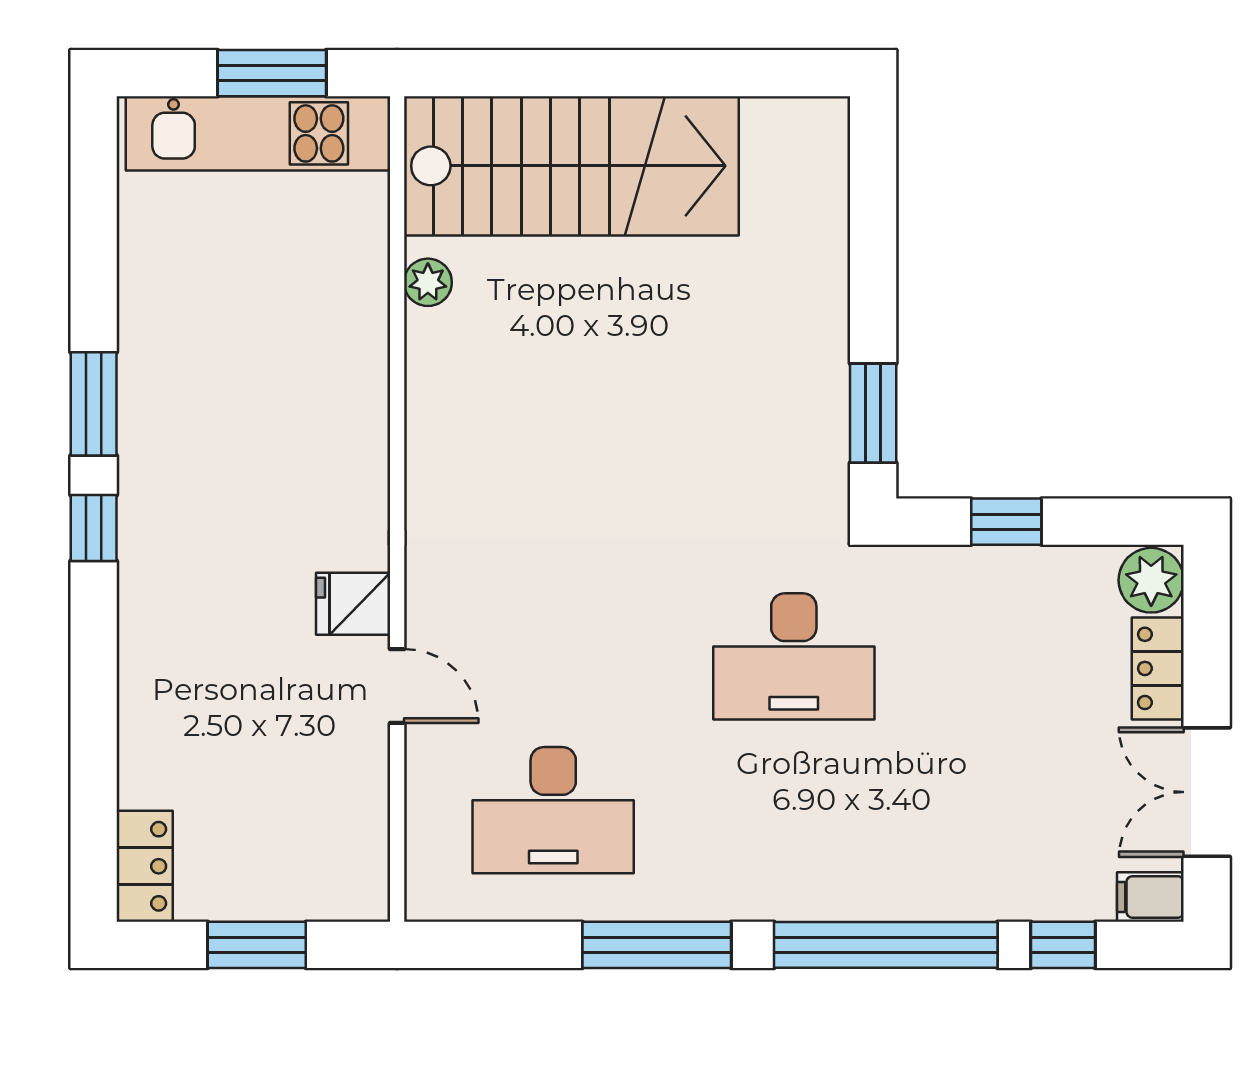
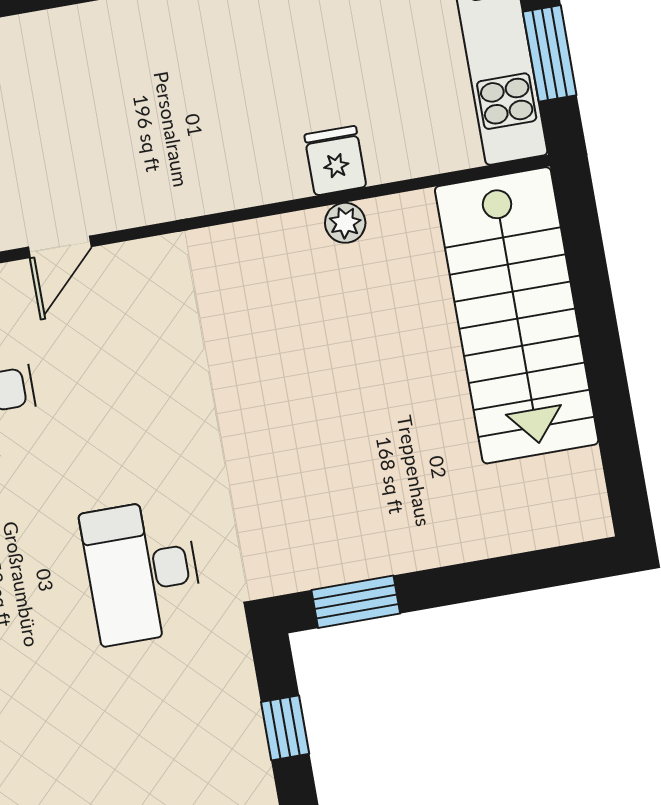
plant: (428, 282) -> (345, 223), moved
fridge: (353, 604) -> (335, 161), moved

